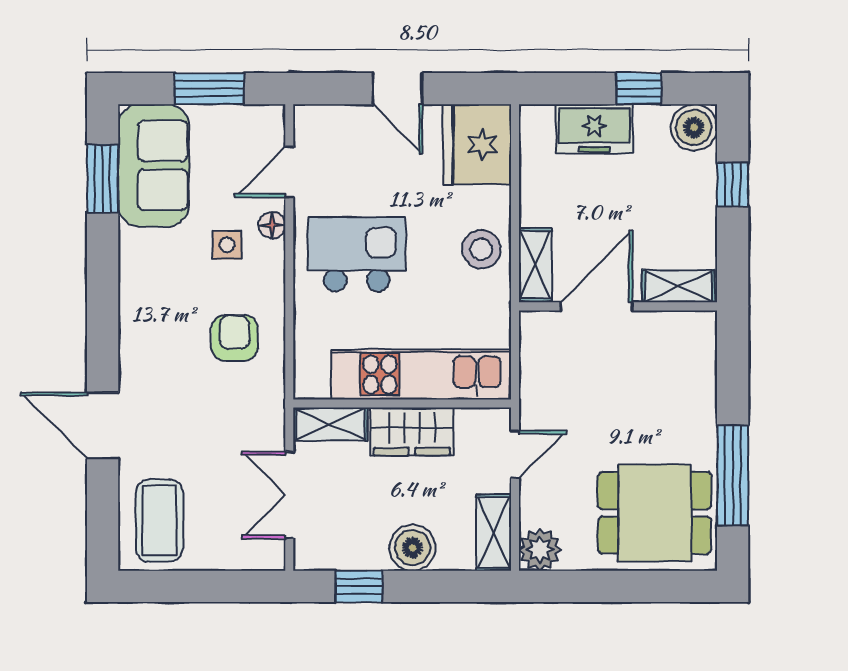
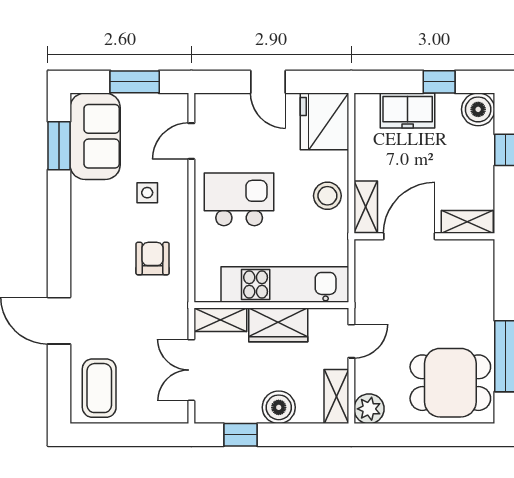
floor lamp: (272, 225) -> (179, 179), removed

